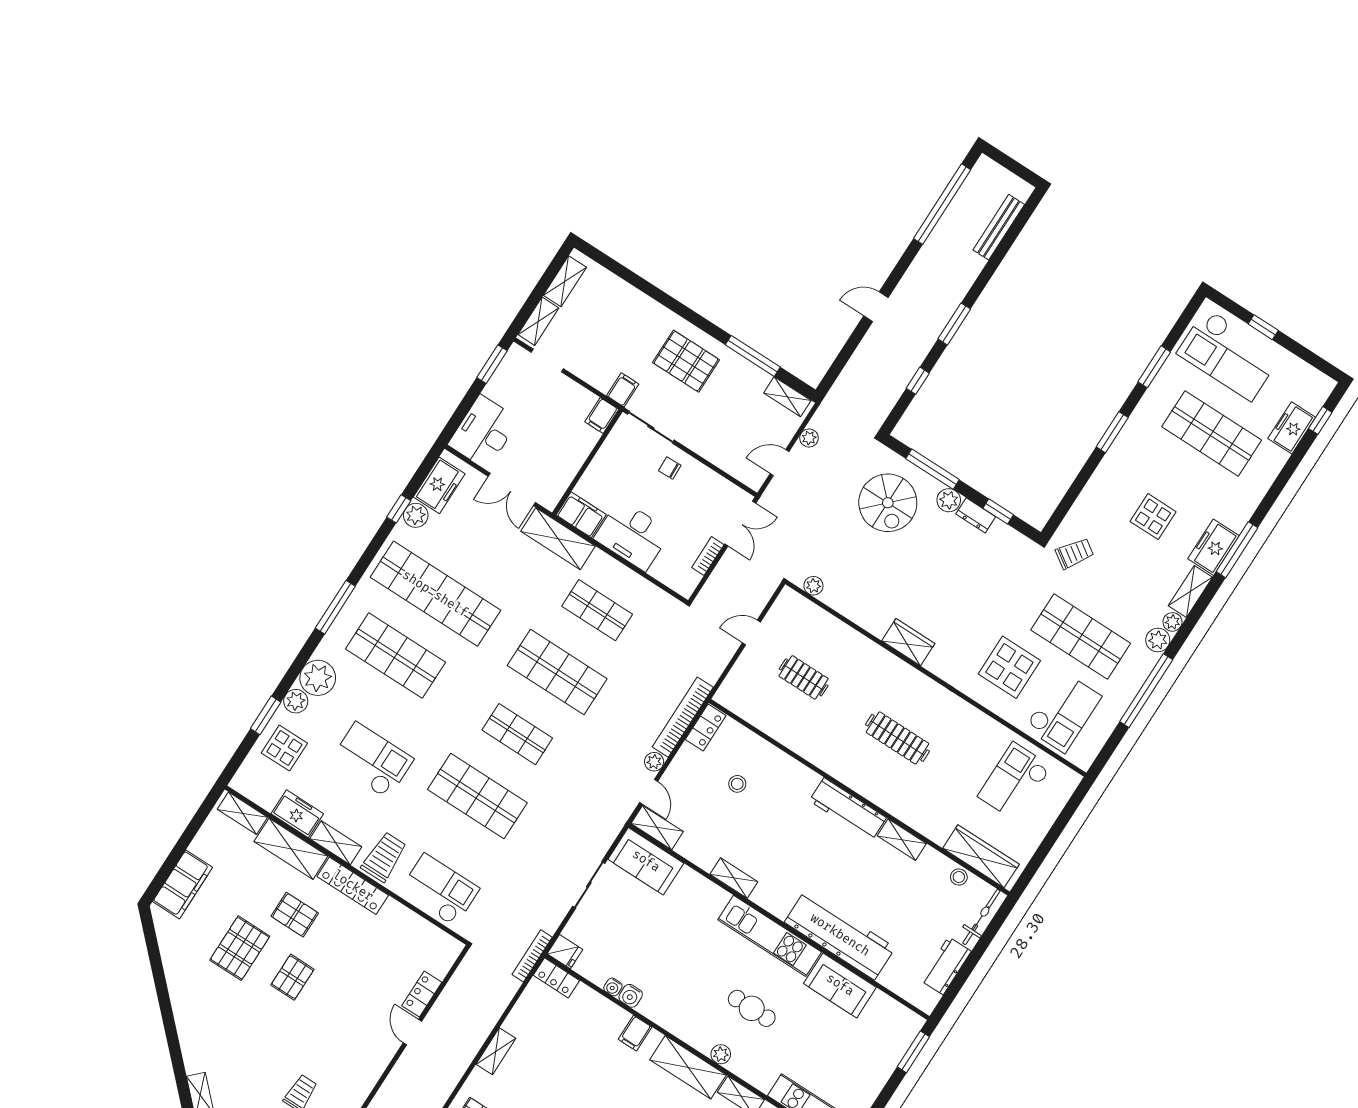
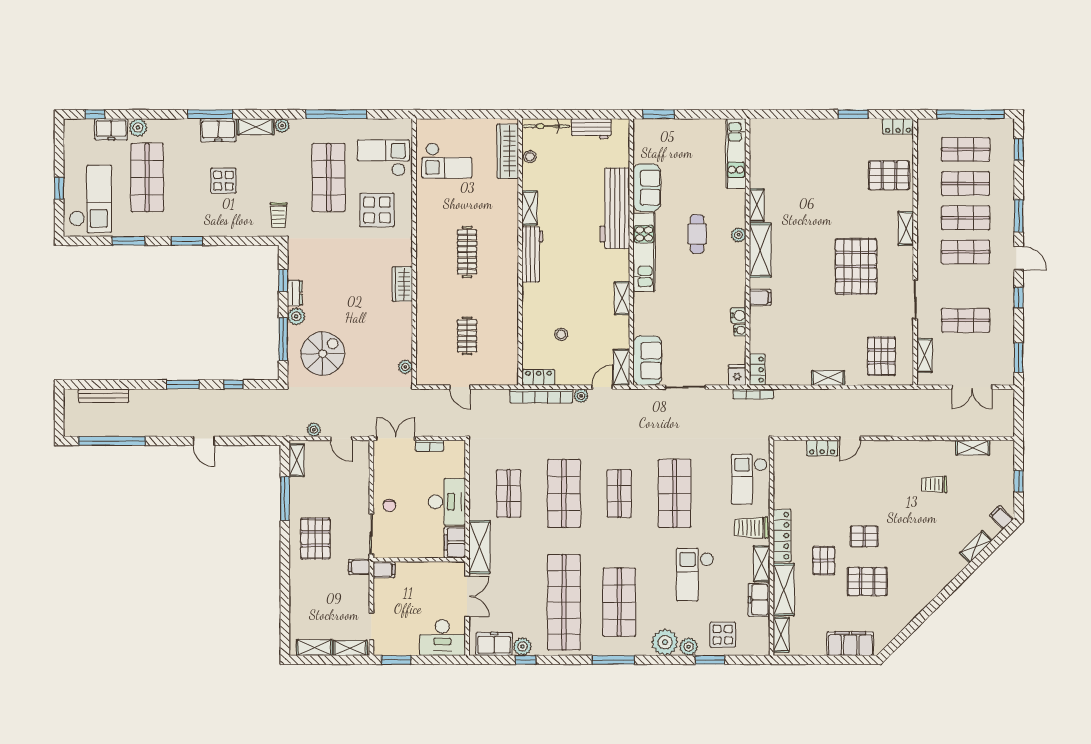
trolley: (1075, 553) -> (279, 215), turned -124
plant: (1158, 640) -> (138, 127), moved

